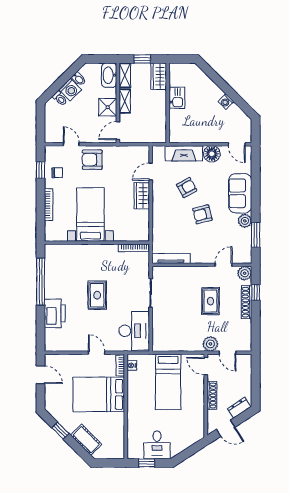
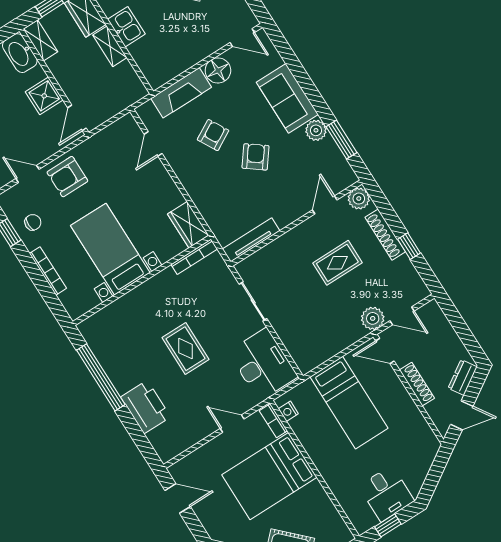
shelving: (125, 101) -> (110, 46), moved
wardrobe: (142, 196) -> (188, 225), moved
armchair: (202, 214) -> (256, 157), turned 141
window: (256, 292) -> (409, 246), moved
rug: (210, 301) -> (337, 263), turned 90

